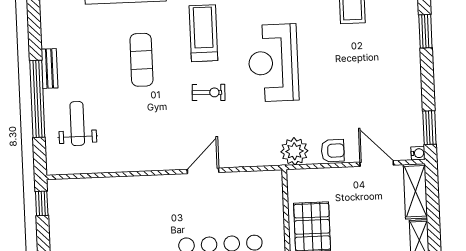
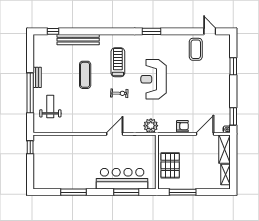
plant: (294, 151) -> (151, 126), moved
door: (377, 164) -> (205, 134), hinge flipped

